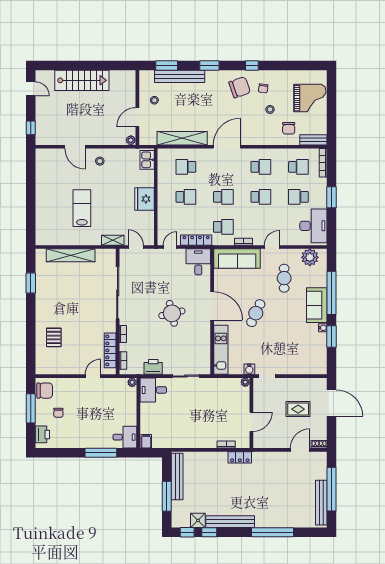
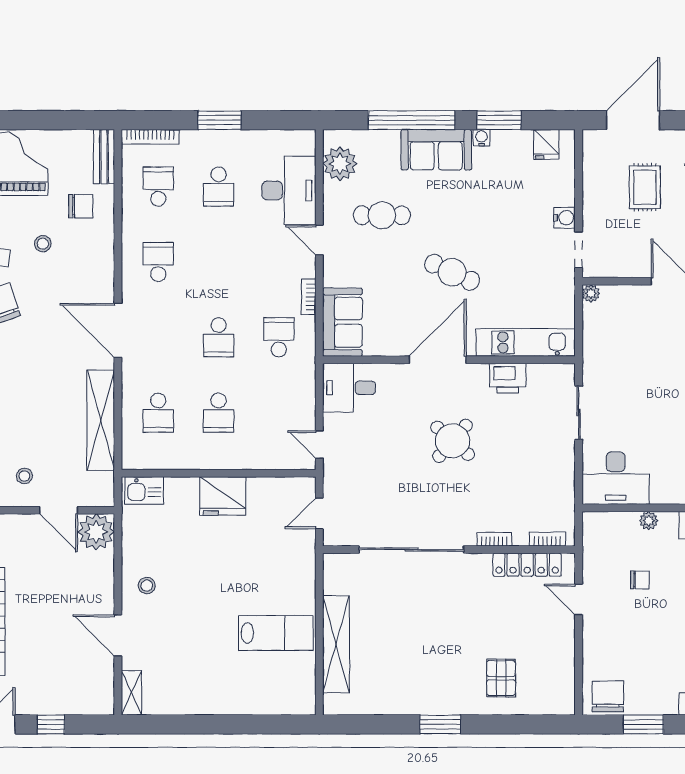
window: (31, 128) -> (51, 724), moved
plant: (131, 140) -> (96, 532), width x1.88, depth x1.88
door: (75, 147) -> (118, 635), swing flipped
school desk: (186, 197) -> (219, 413), turned 180
school desk: (223, 197) -> (219, 337), turned 180
school desk: (261, 197) -> (219, 262), removed
lab bench: (82, 208) -> (276, 633), moved, turned 180
desk: (313, 226) -> (289, 190), moved, turned 90
shelving: (113, 240) -> (131, 693), moved
locker: (196, 240) -> (305, 392), removed
sofa: (237, 259) -> (342, 322), width x0.73
window: (31, 283) -> (440, 724), moved
round table: (172, 313) -> (453, 441), turned -36
pallet: (54, 337) -> (501, 678), turned 90
fridge: (319, 360) -> (546, 144), added
printer: (153, 367) -> (508, 378), moved, turned -90
water cooler: (249, 369) -> (564, 218), moved
plant: (132, 382) -> (649, 521), moved
desk: (153, 390) -> (616, 478), width x1.37
window: (31, 408) -> (643, 724), width x0.69
chair: (58, 413) -> (640, 580), moved

